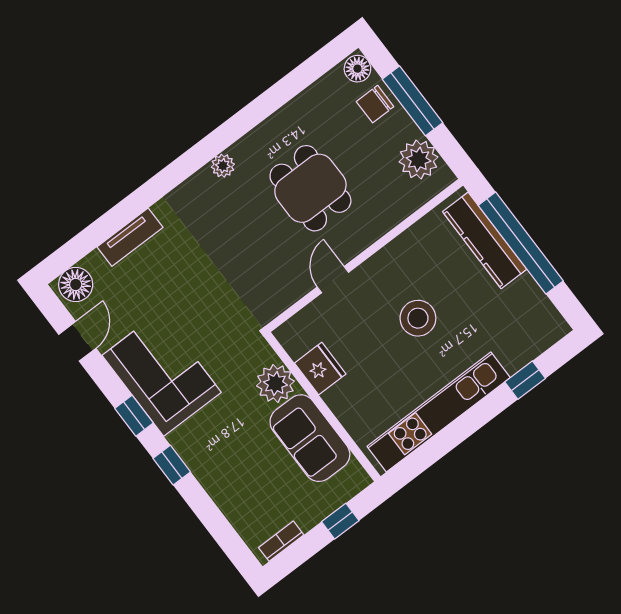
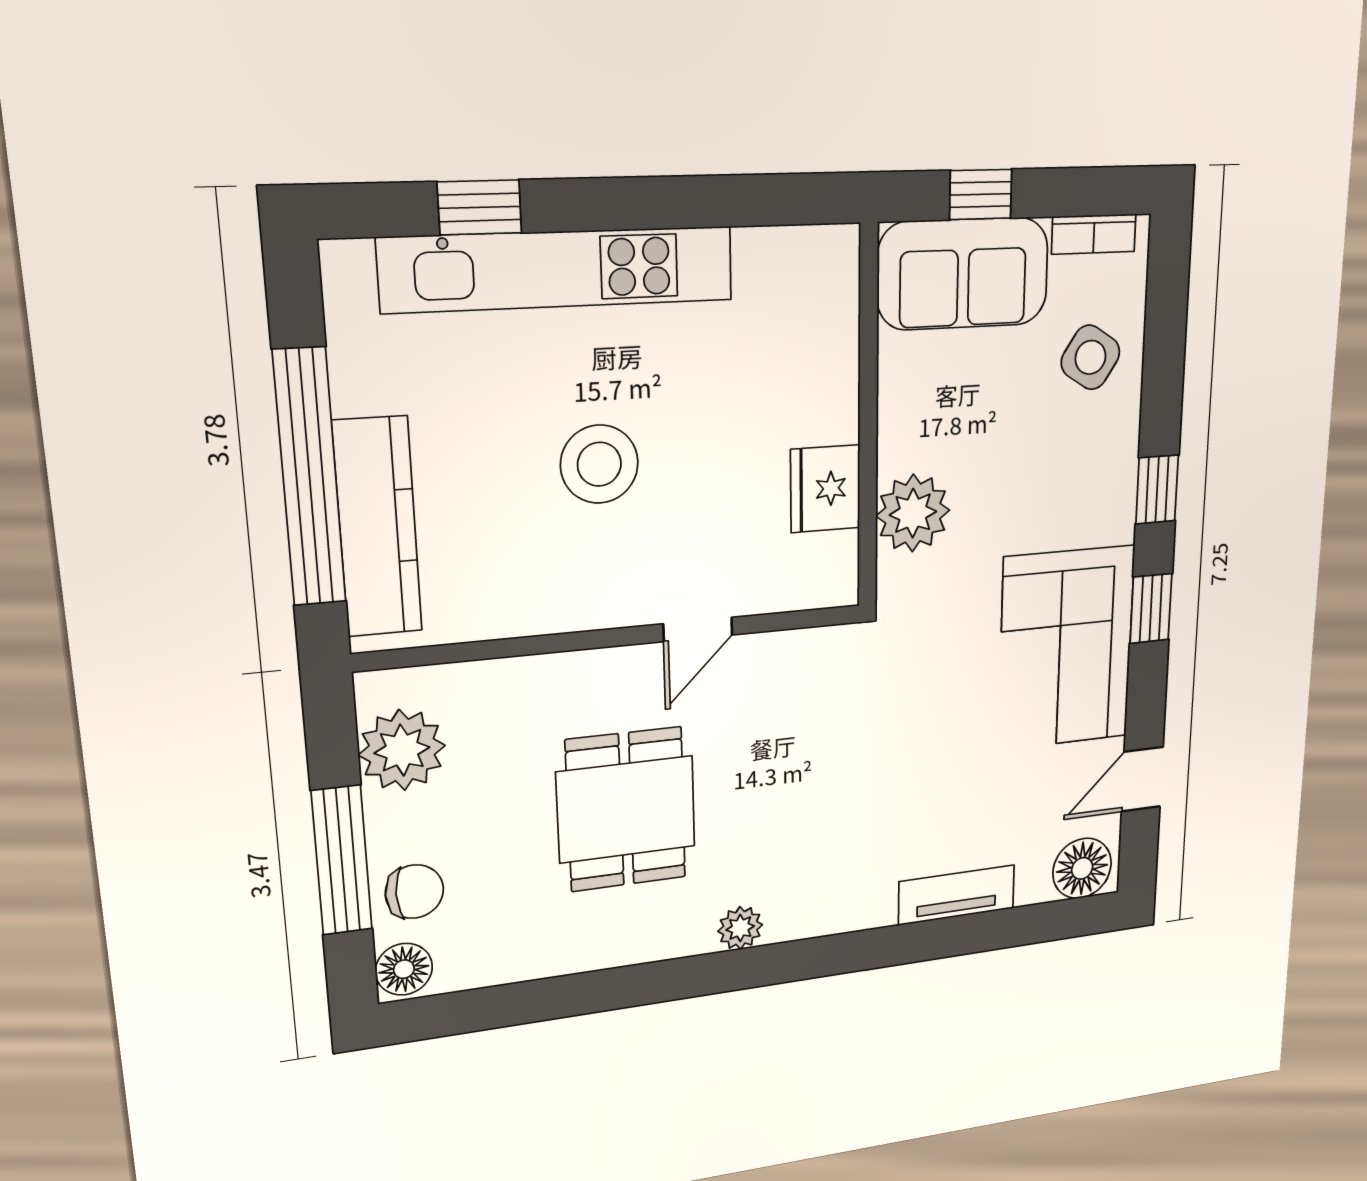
kitchen unit: (439, 412) -> (559, 269), moved
sofa: (310, 438) -> (963, 274), moved, turned 90
side table: (245, 495) -> (1090, 357), added

